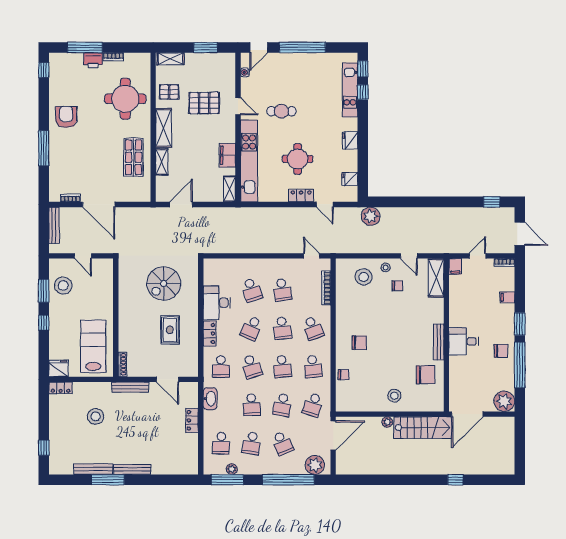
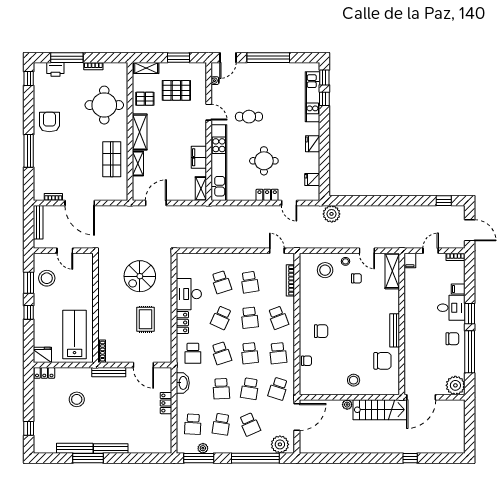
printer: (93, 60) -> (55, 69), moved
pallet: (204, 103) -> (176, 90), moved
desk: (464, 341) -> (451, 308), moved, turned 180

